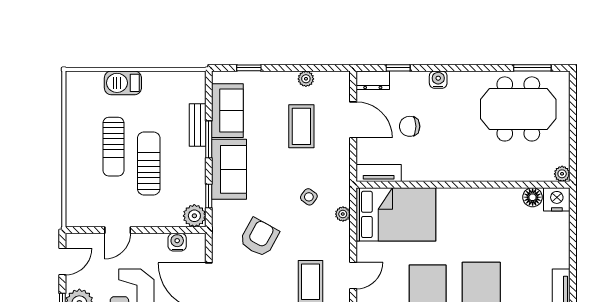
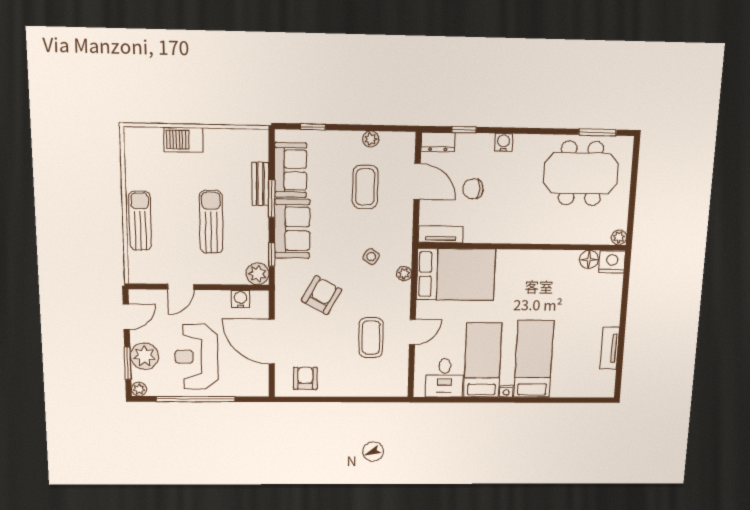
sun lounger: (113, 147) -> (140, 221), moved, turned 180

